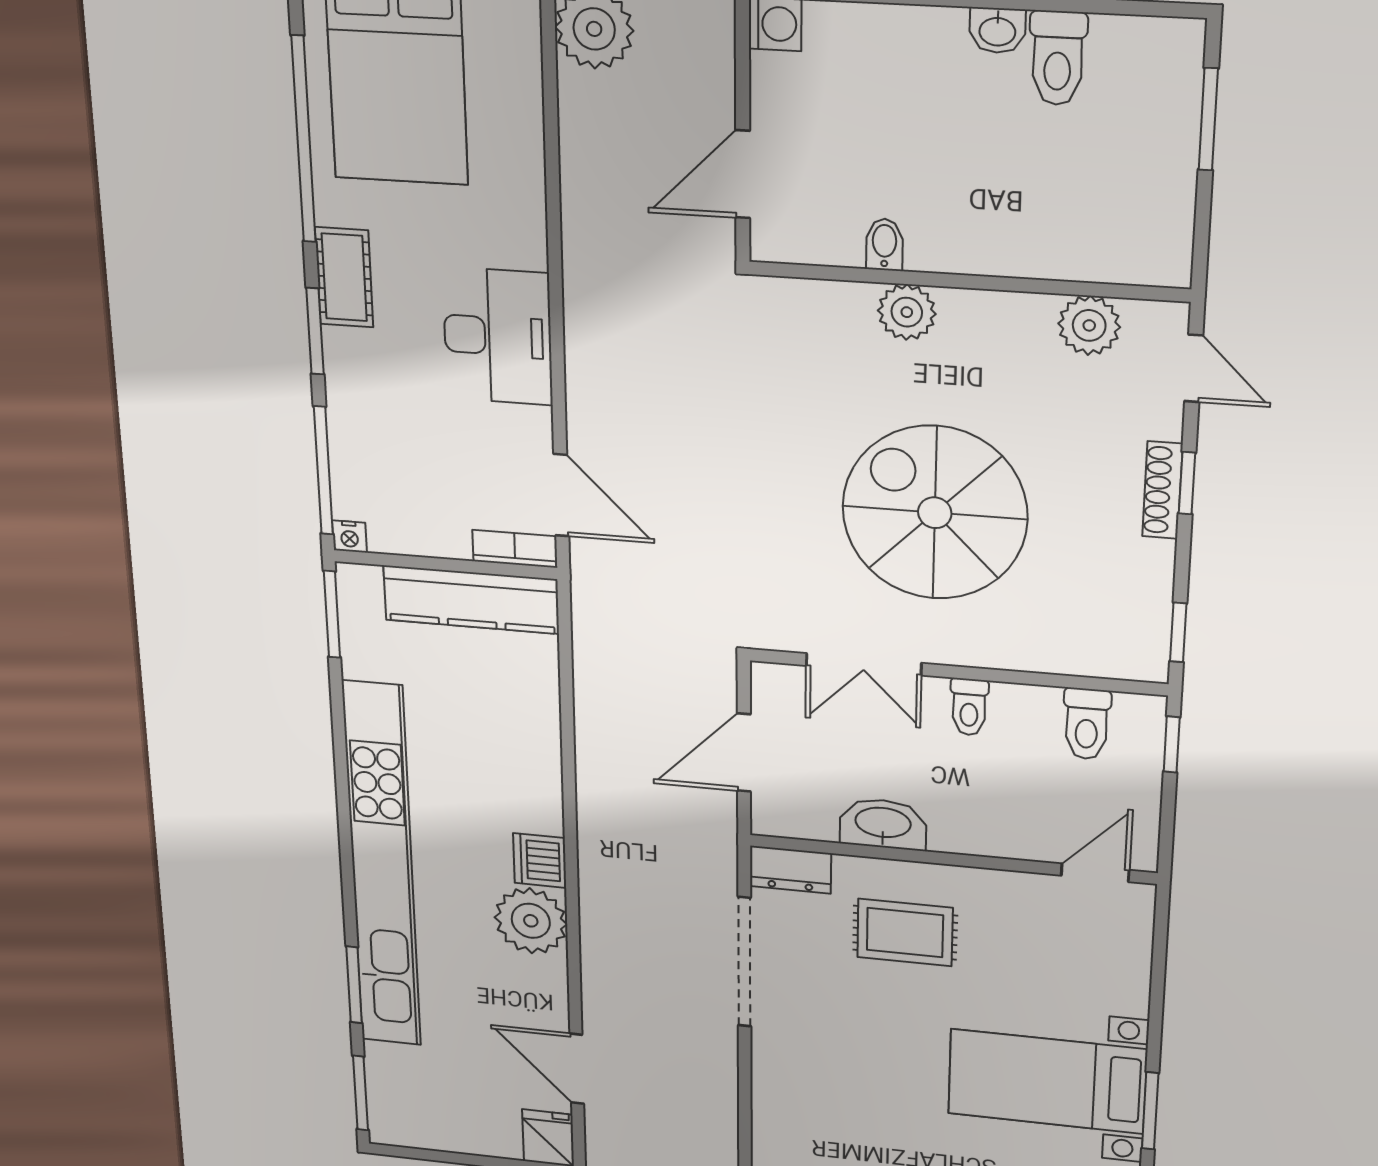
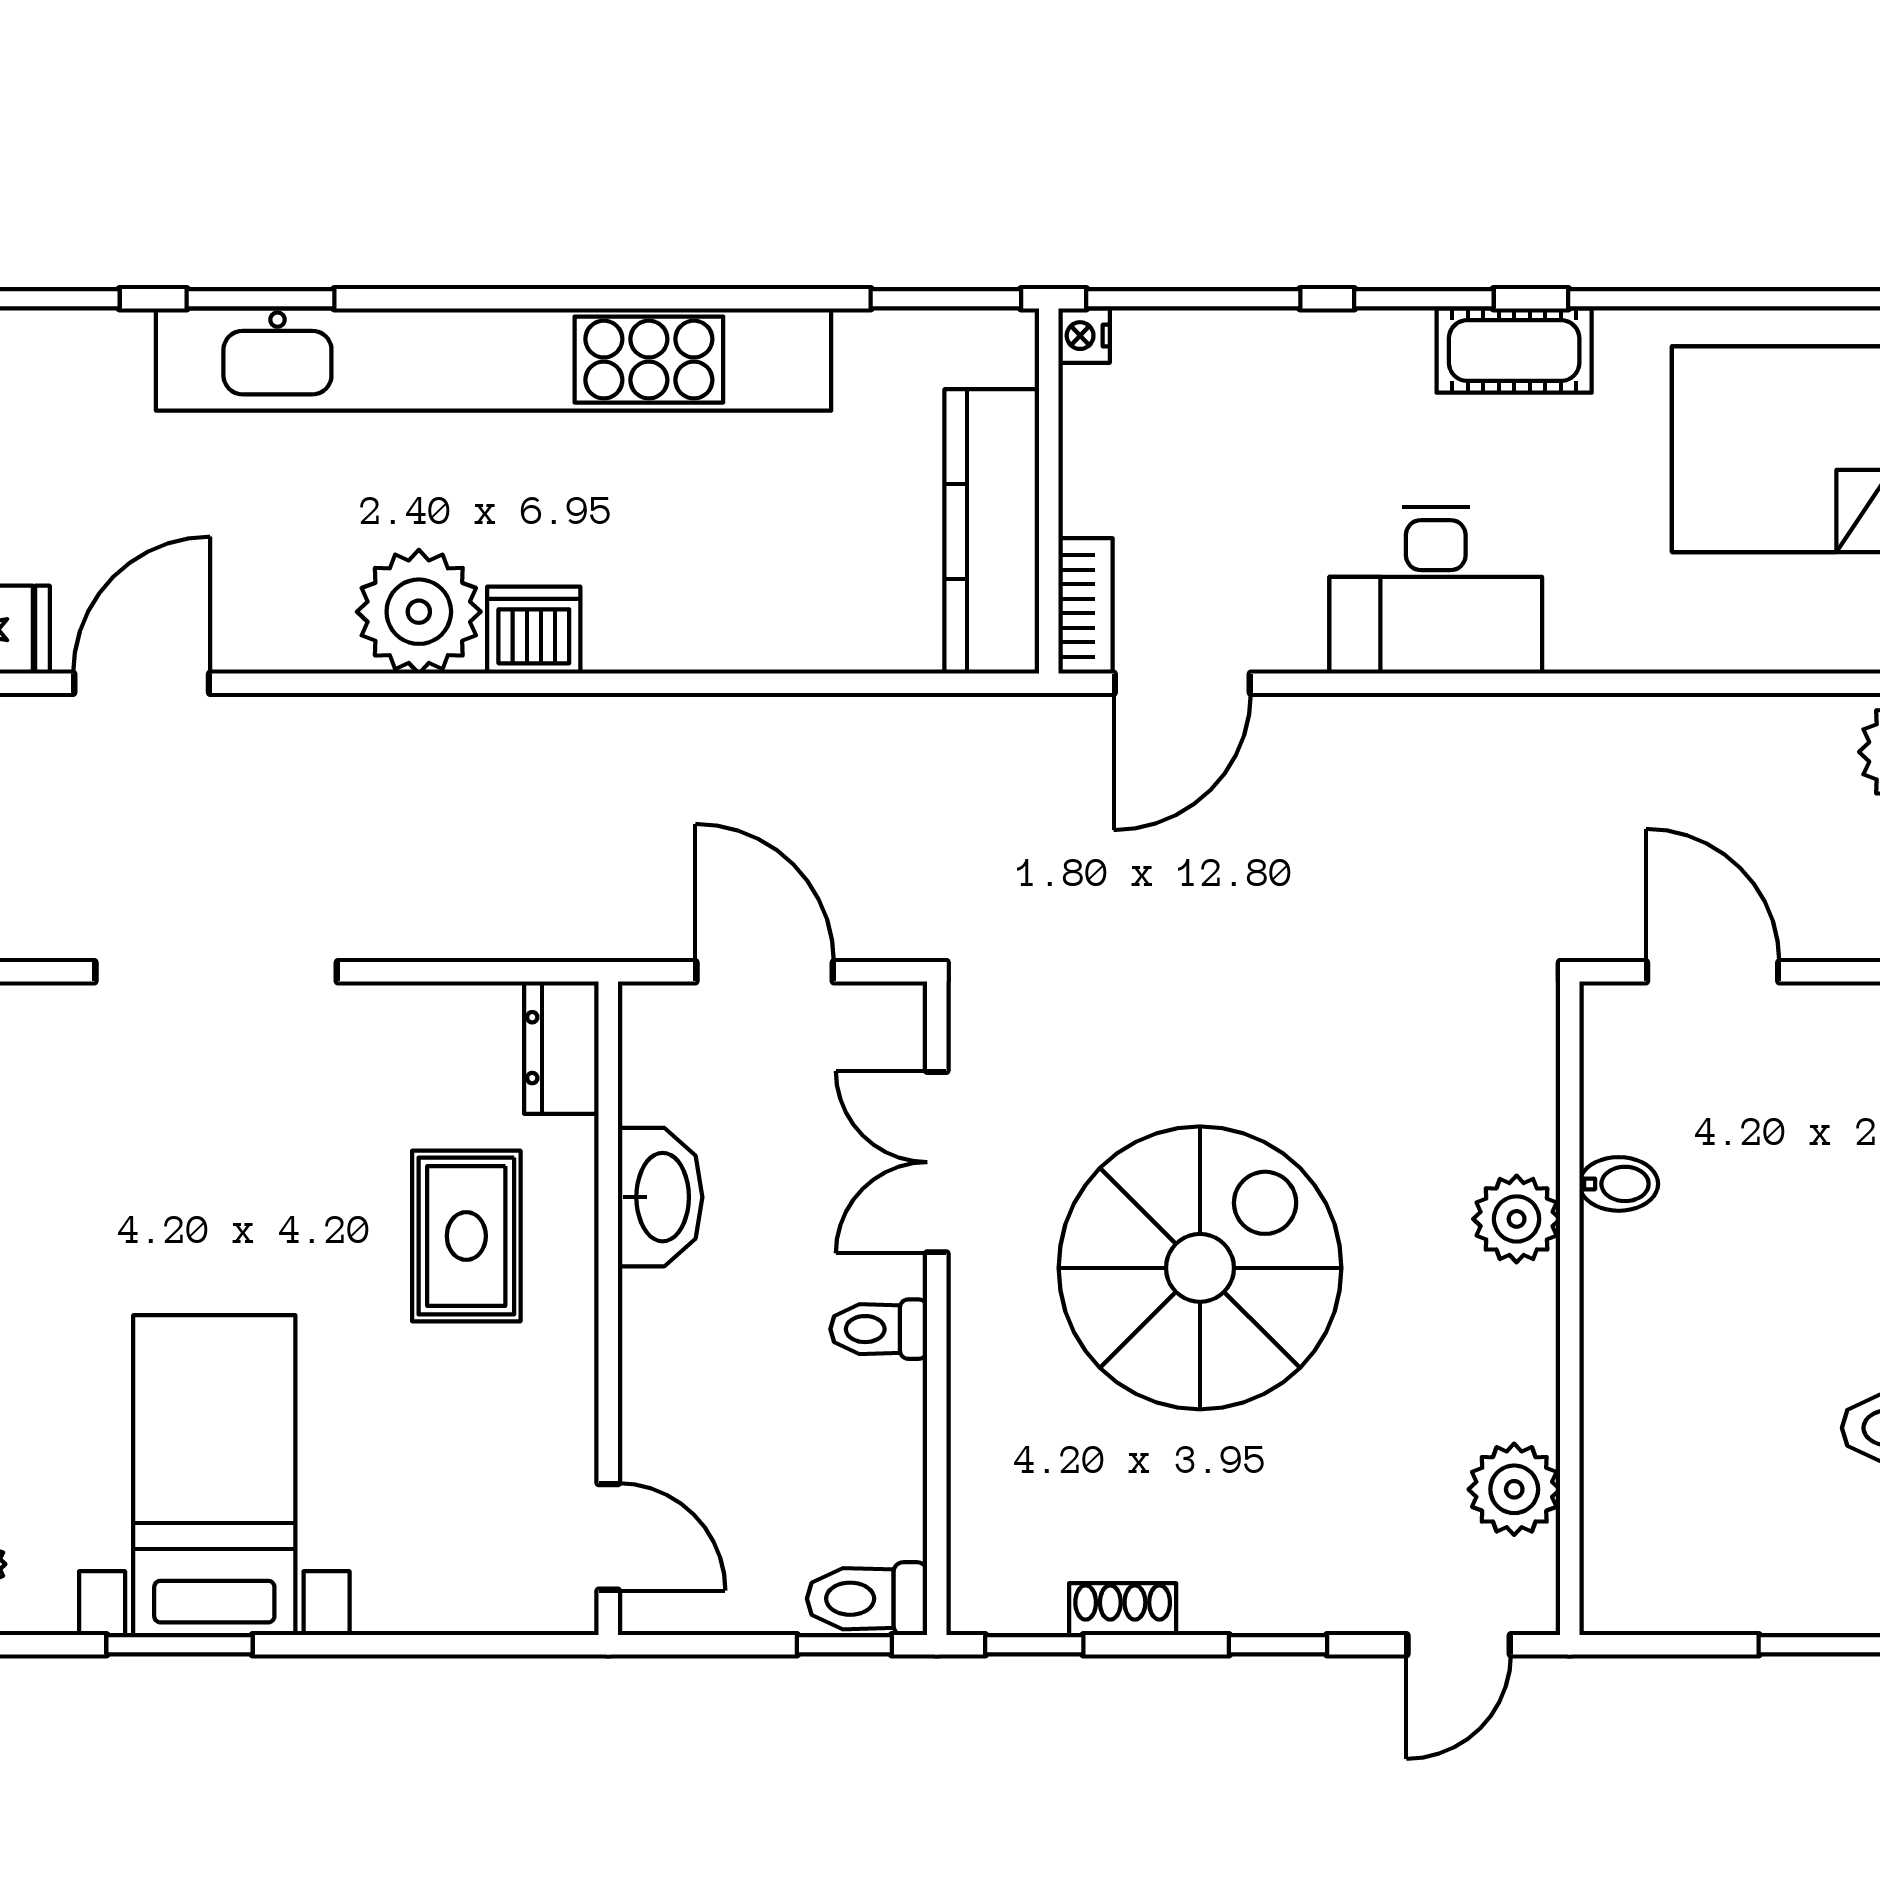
shoe rack: (1162, 490) -> (1123, 1609), moved, width x0.70
toilet: (1087, 724) -> (867, 1599), moved
doorway: (744, 962) -> (216, 972), moved

